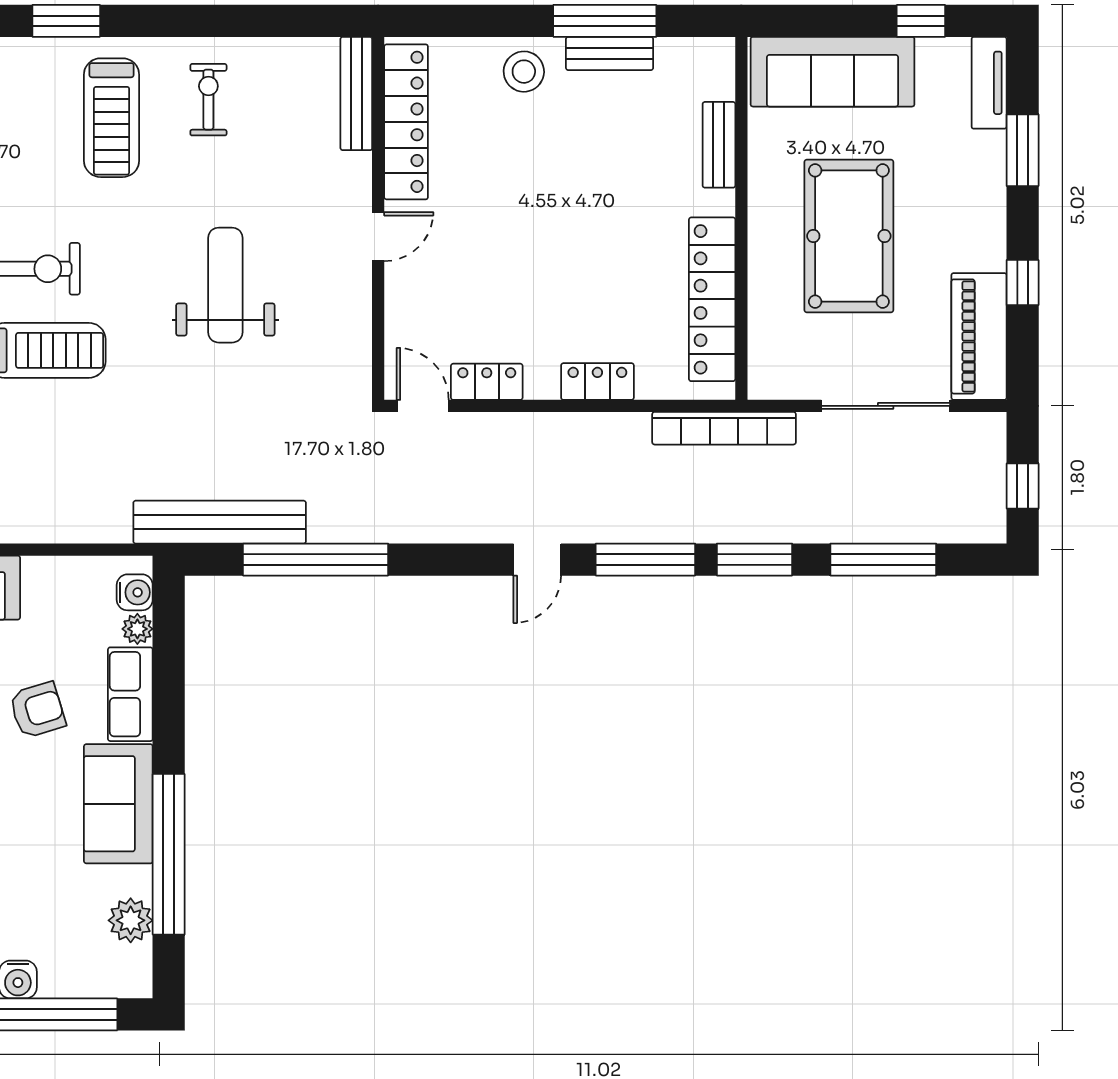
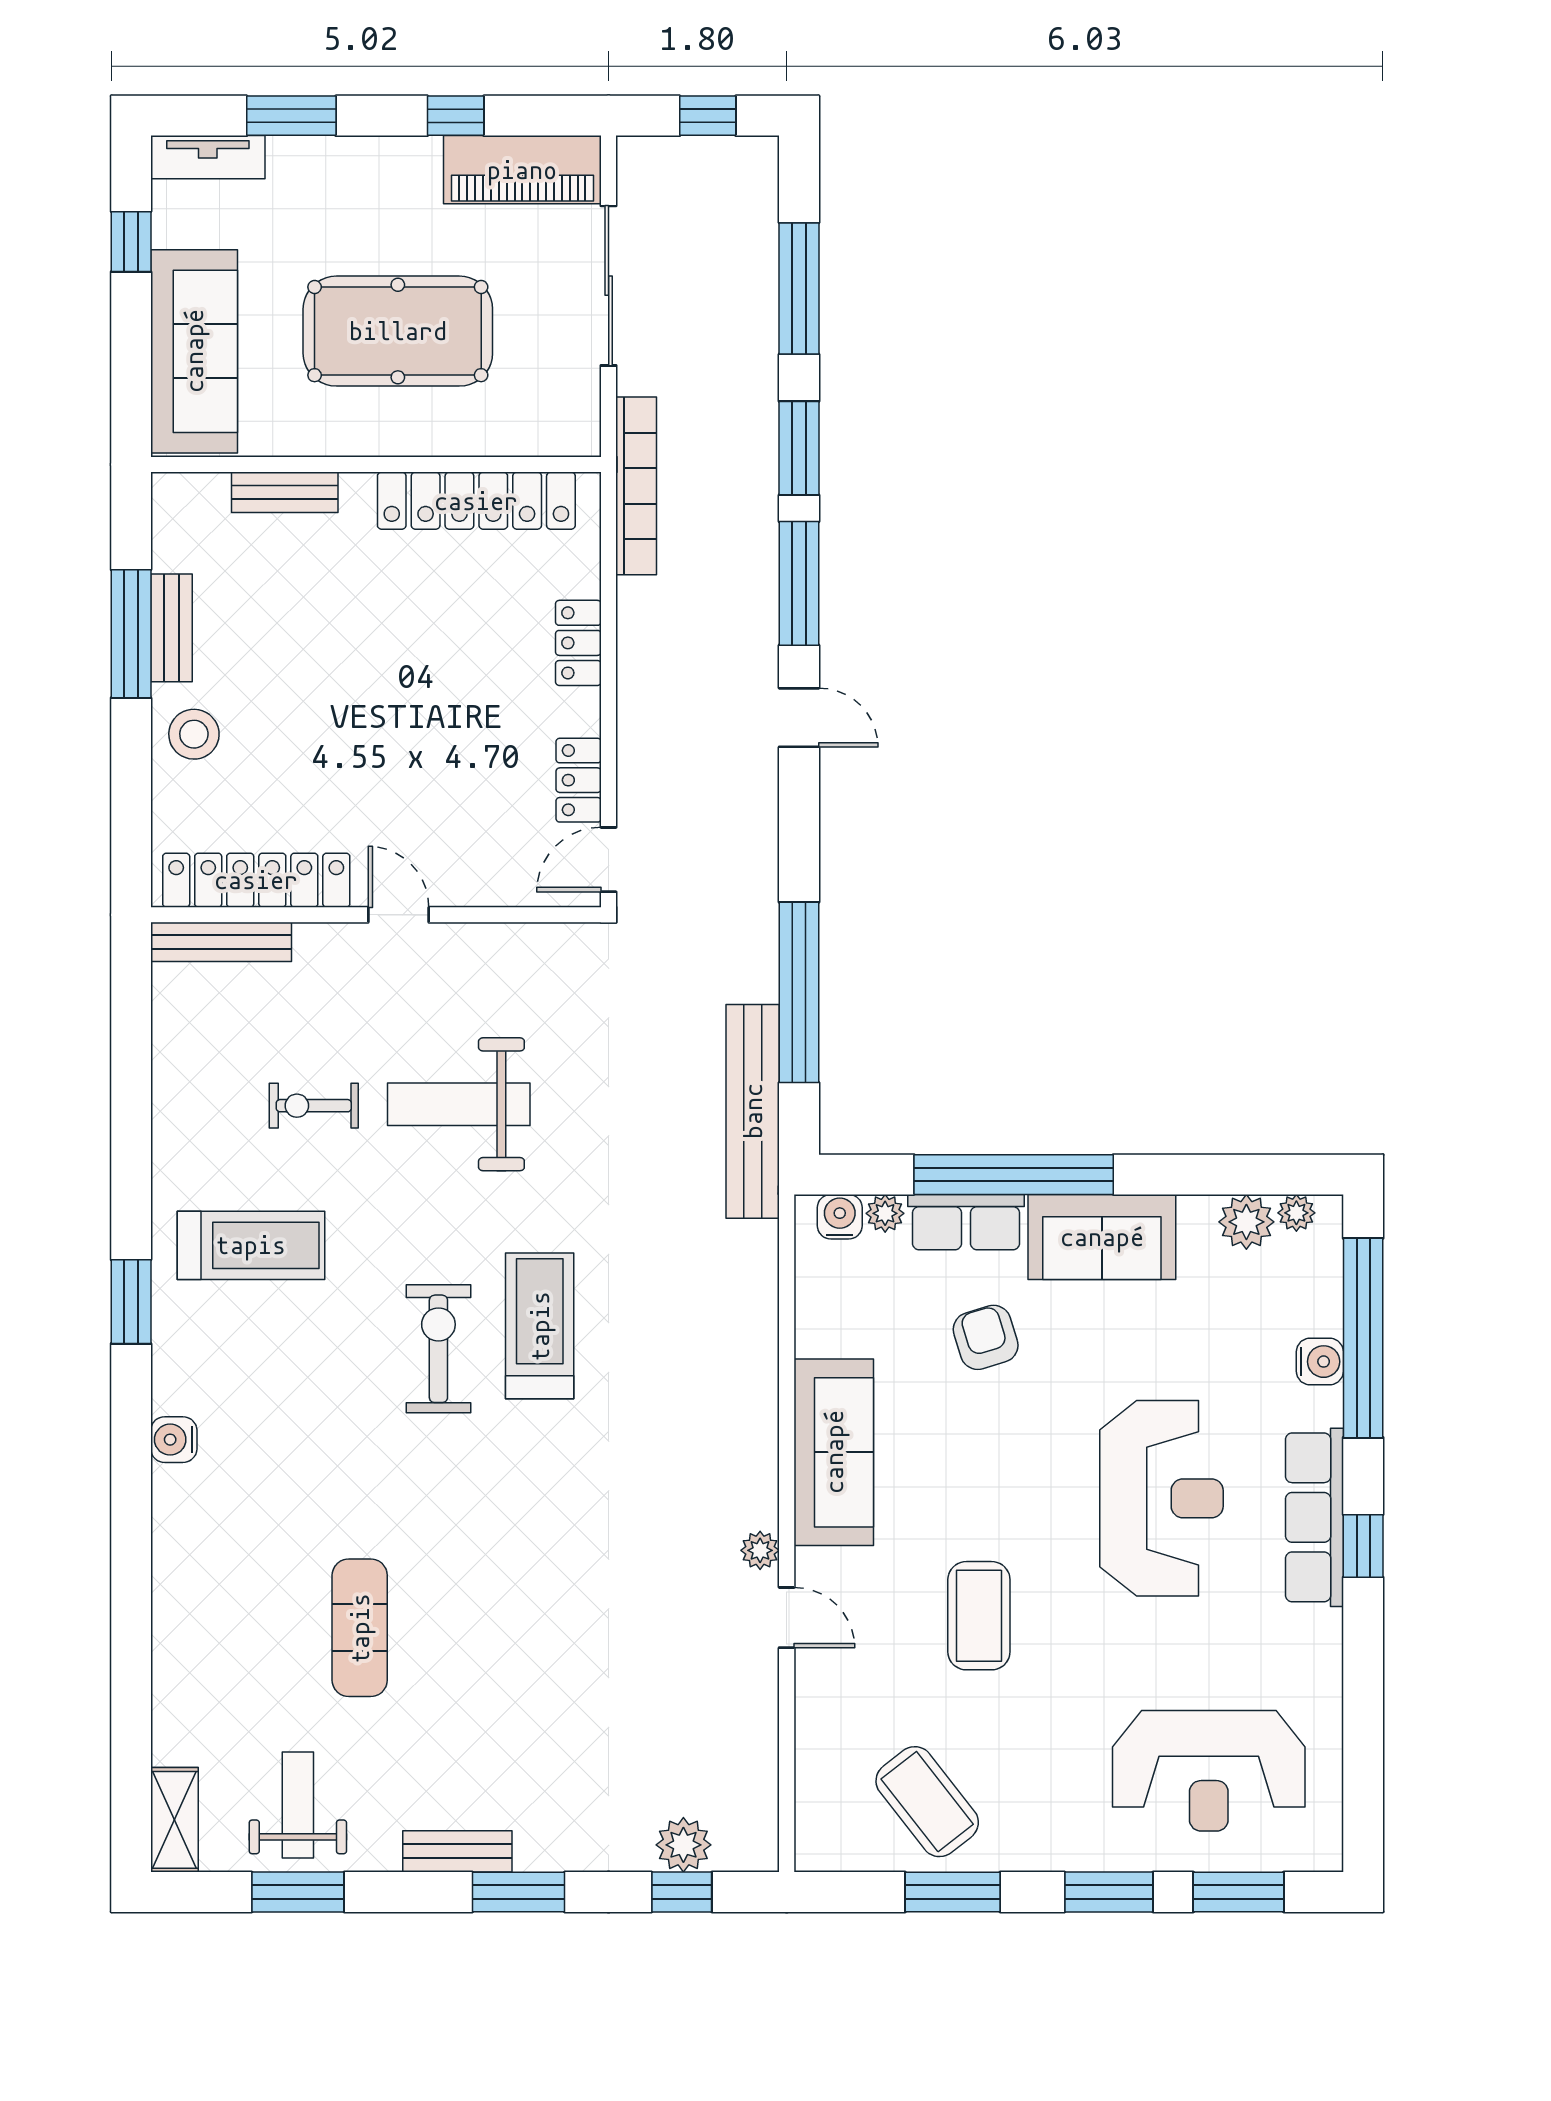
exercise bike: (208, 100) -> (314, 1106), moved
window: (169, 854) -> (1014, 1175), moved
plant: (138, 961) -> (1296, 1213), added

